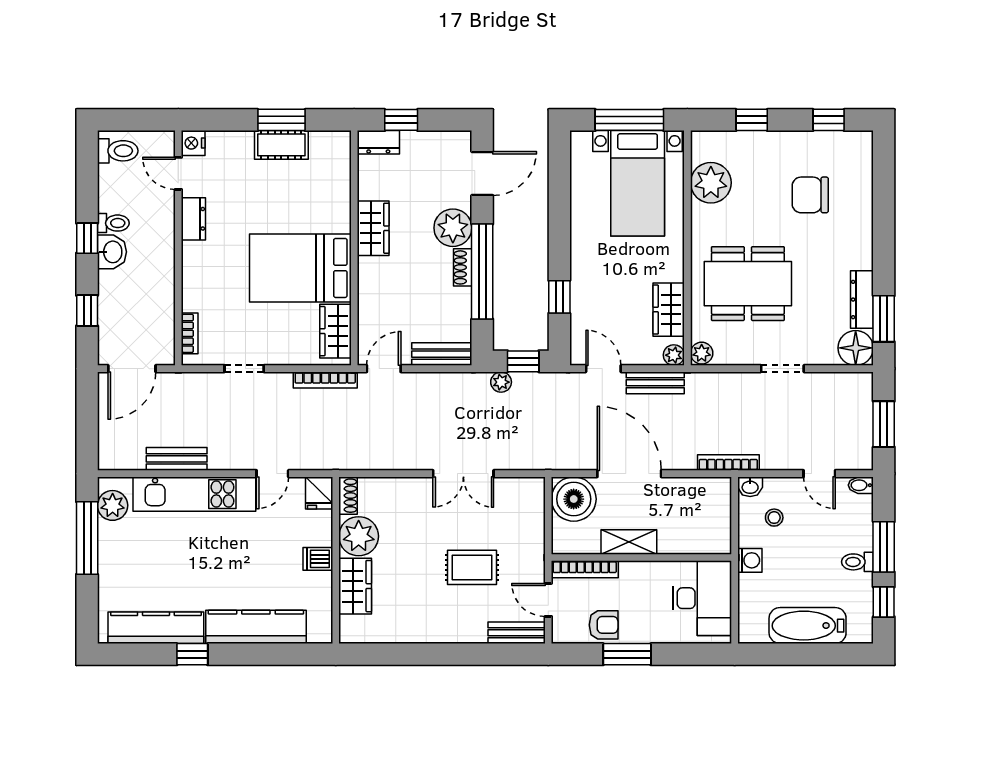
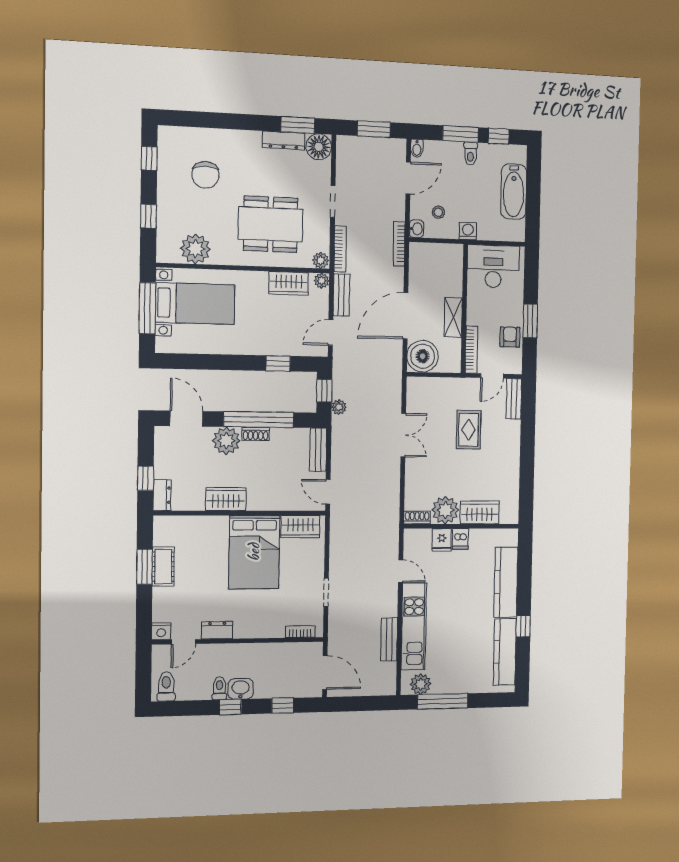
dining table: (748, 284) -> (271, 224), turned 90
bookcase: (325, 380) -> (340, 249), moved
door: (819, 474) -> (408, 178), width x1.38
fridge: (319, 493) -> (442, 540), moved, turned 90

